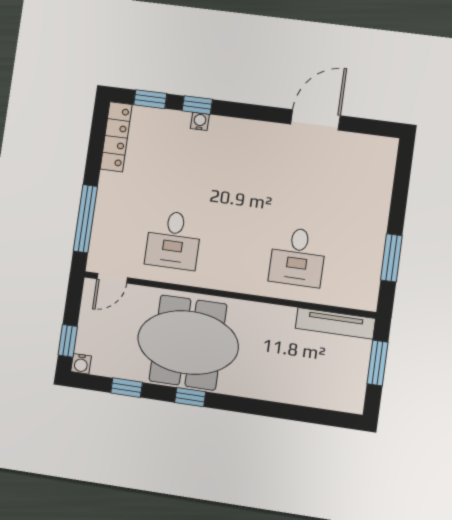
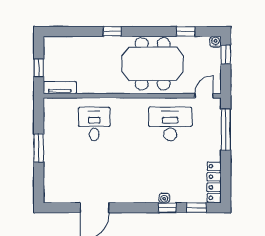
desk: (173, 240) -> (170, 124), width x1.37
window: (391, 258) -> (39, 148), moved
tv unit: (335, 323) -> (60, 88), width x0.71
window: (378, 363) -> (39, 68), width x0.67
window: (190, 397) -> (112, 32), moved

